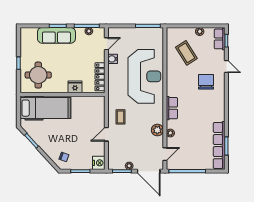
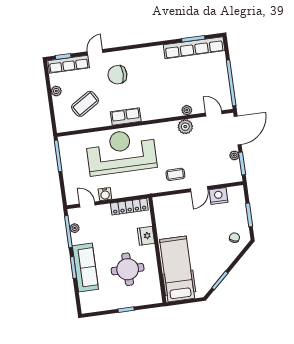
row of seats: (220, 39) -> (69, 64), width x1.48
round table: (38, 75) -> (128, 269), moved
row of seats: (172, 108) -> (126, 117), moved
door: (106, 134) -> (199, 189), hinge flipped
nightstand: (99, 163) -> (218, 196), moved

